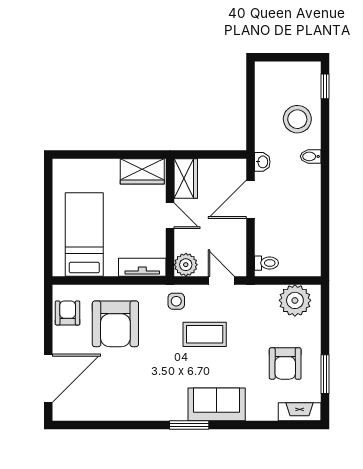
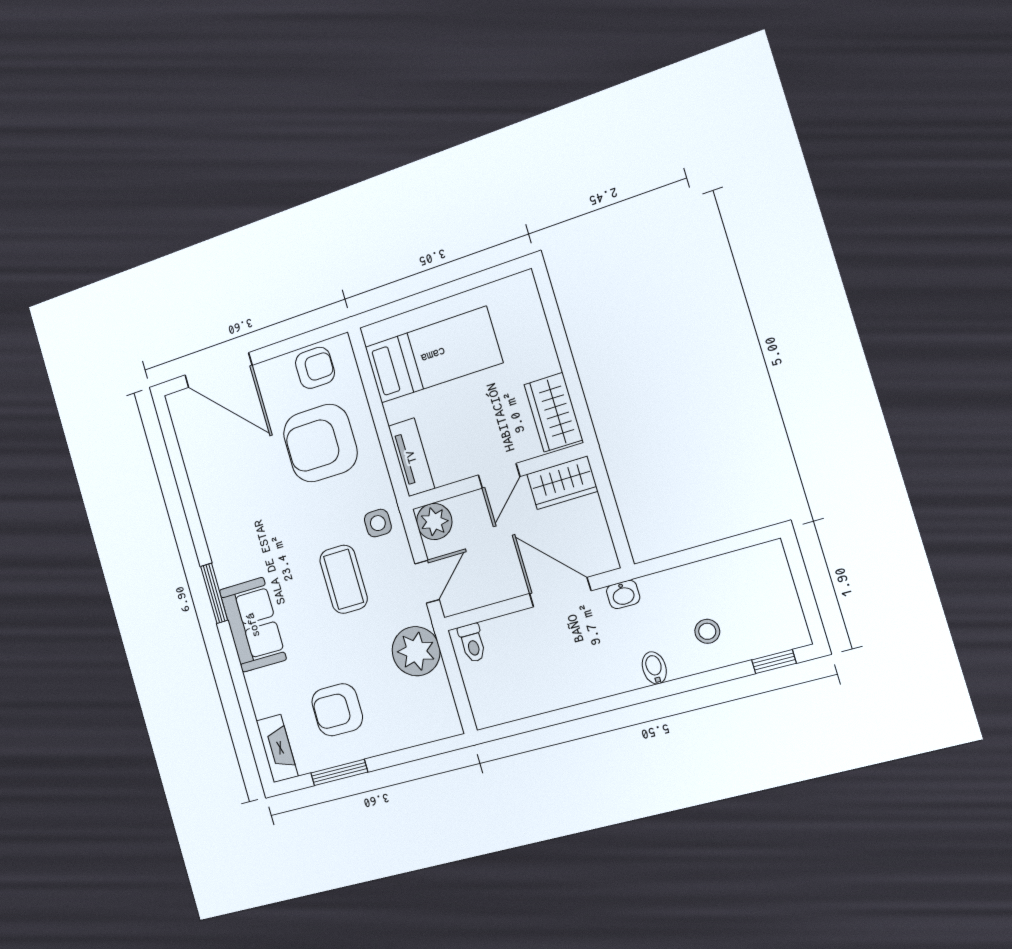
stool: (297, 119) -> (707, 631), width x0.53, depth x0.53
plant: (295, 300) -> (416, 651), moved

